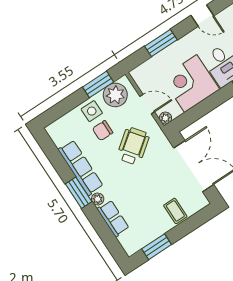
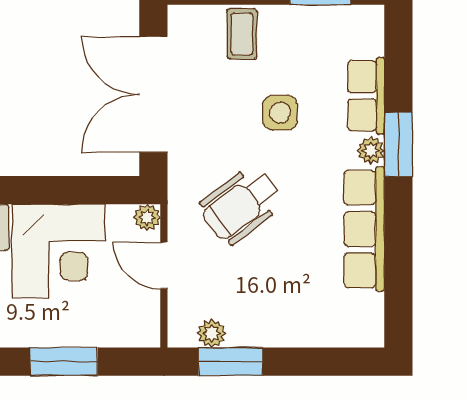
plant: (115, 95) -> (212, 333), width x0.53, depth x0.53
side table: (92, 111) -> (280, 113), moved
chair: (103, 131) -> (278, 271), removed
window: (79, 193) -> (398, 144), moved

